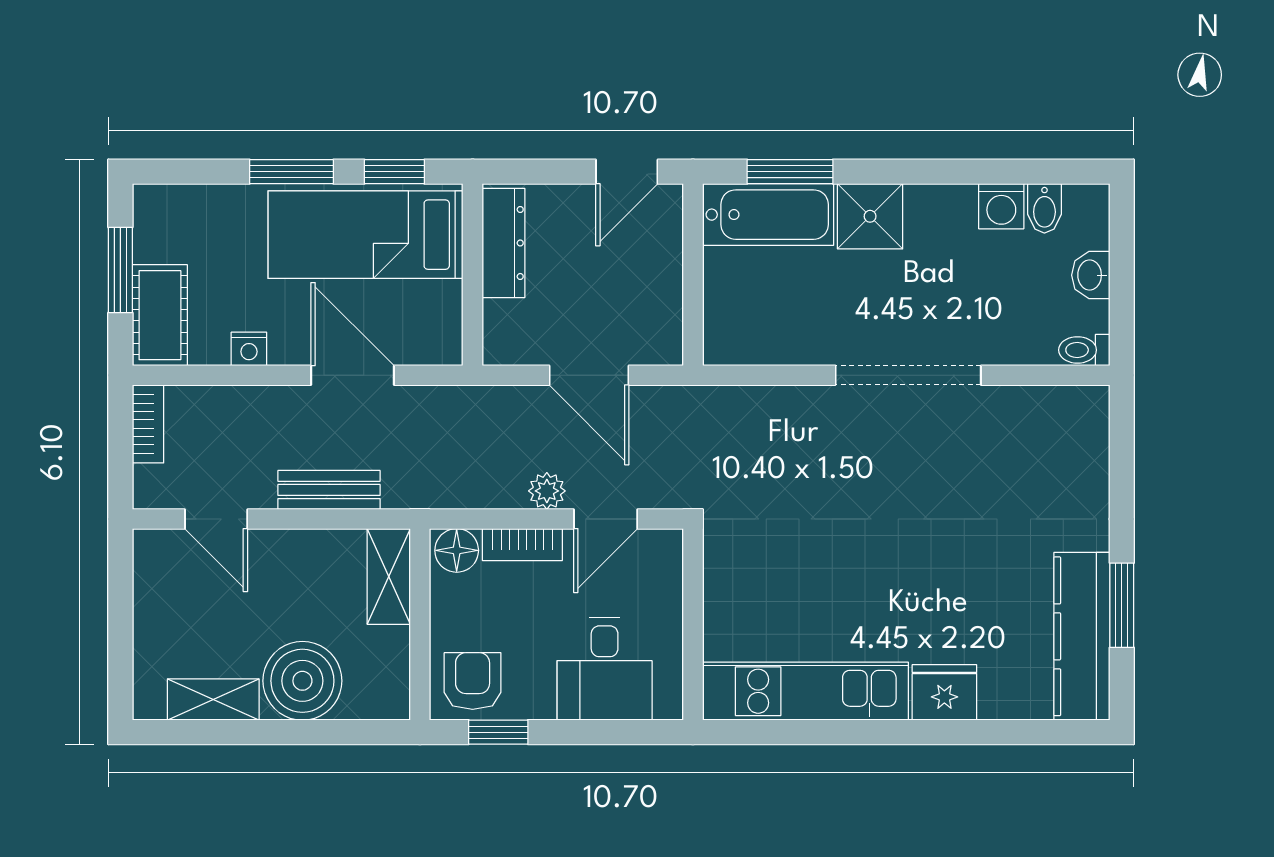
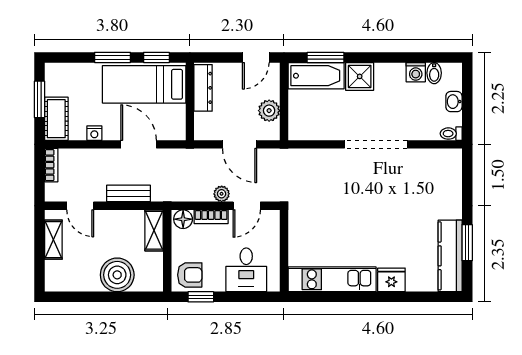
plant: (658, 296) -> (269, 111), added
armchair: (473, 681) -> (190, 275), turned 90
shelving: (213, 700) -> (53, 240), moved, turned 90

